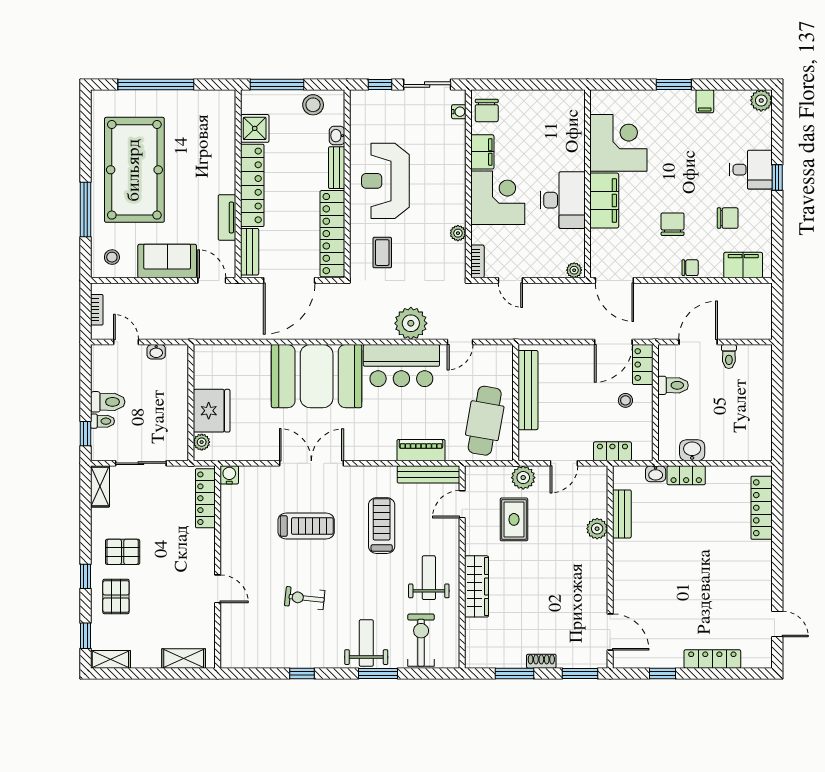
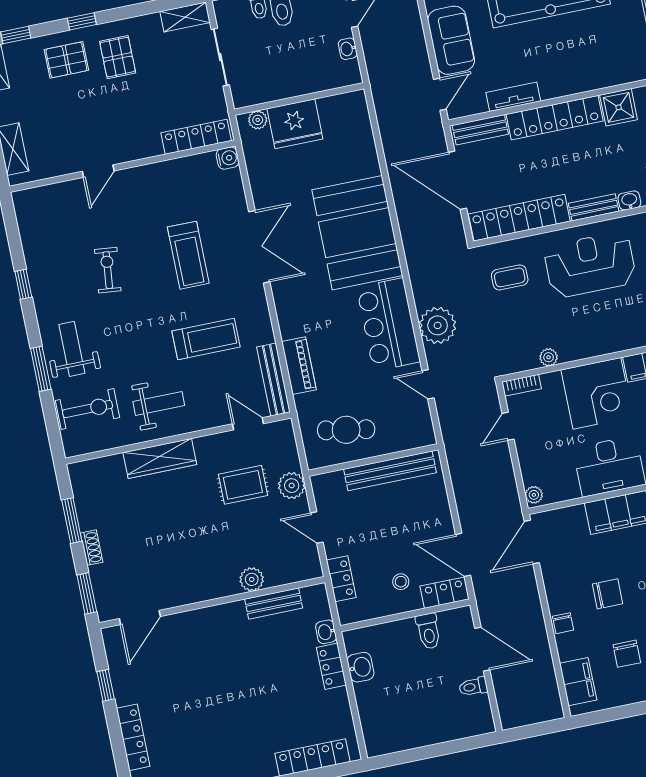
cafe table: (485, 421) -> (346, 430), width x0.73, depth x0.74
weight bench: (366, 643) -> (72, 349), turned -90

